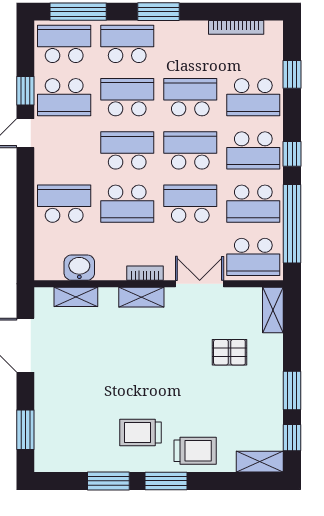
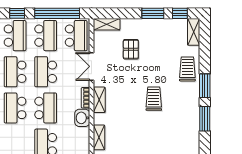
washbasin: (79, 268) -> (82, 118), moved
trolley: (140, 433) -> (154, 99), moved, turned 180

